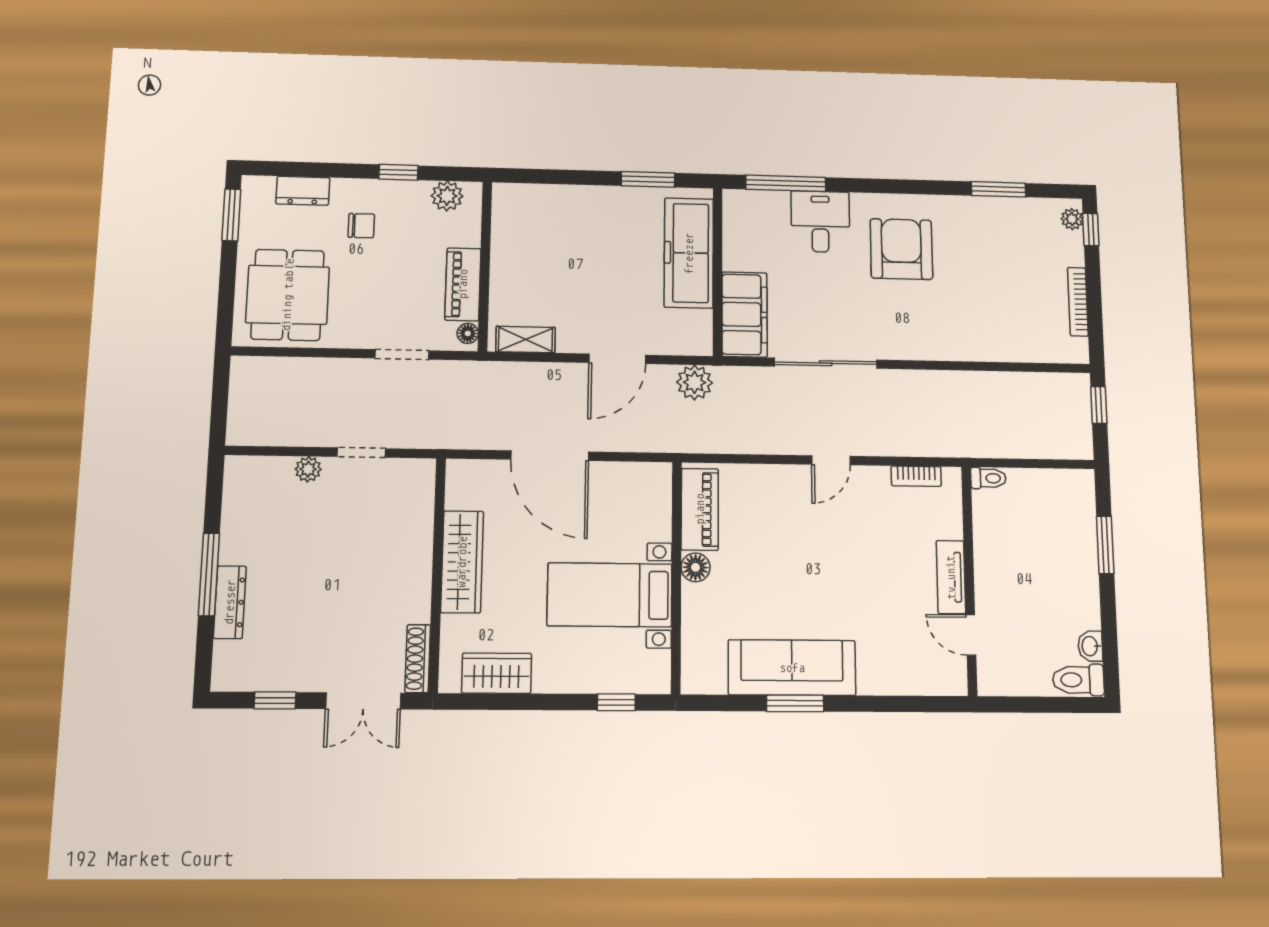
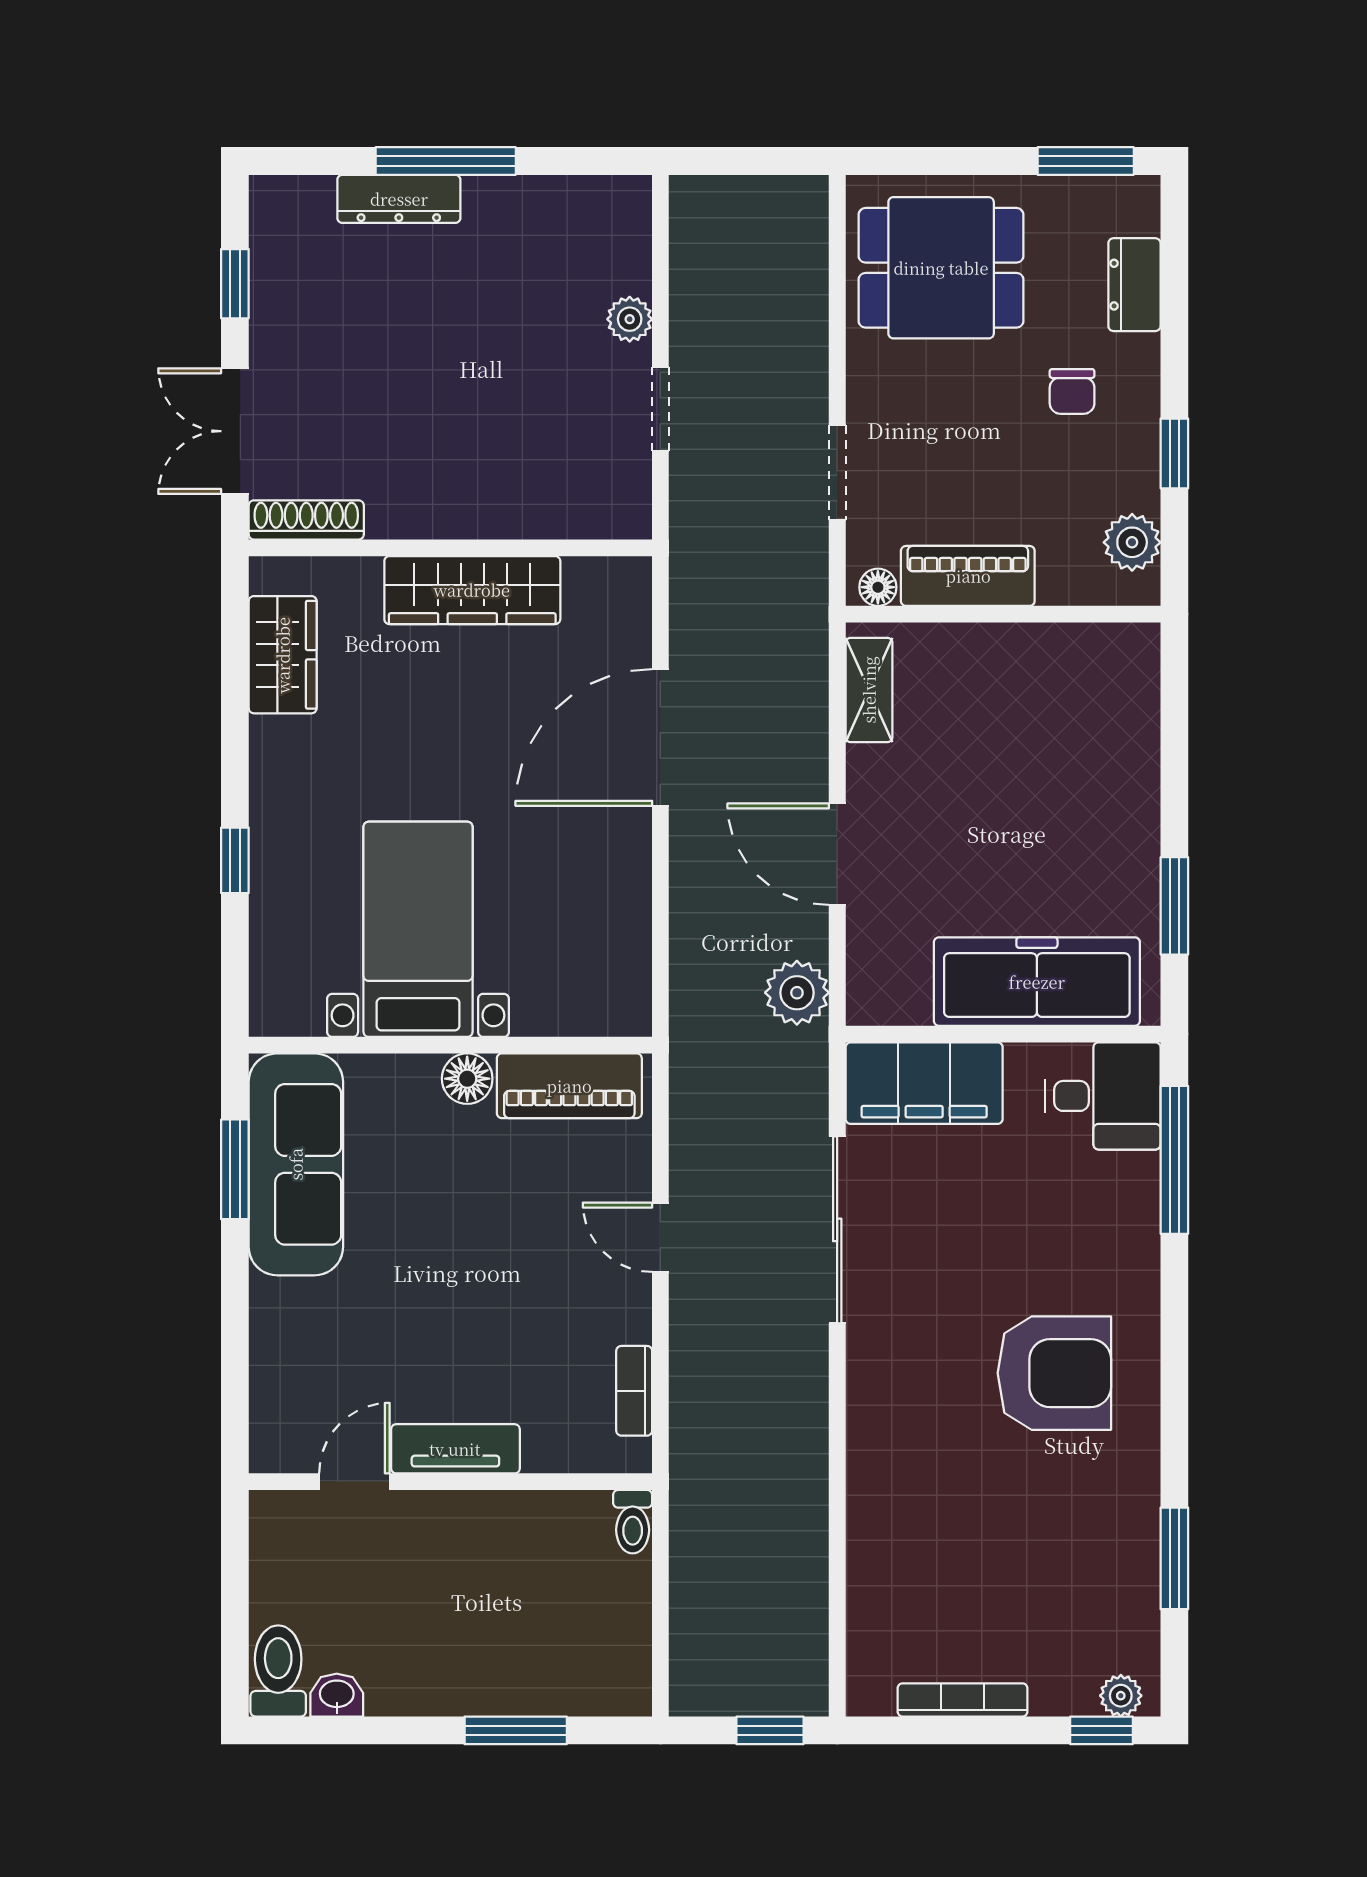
desk: (820, 222) -> (1103, 1096), moved
piano: (700, 509) -> (569, 1086), moved
floor lamp: (696, 567) -> (467, 1079), moved
wall: (676, 577) -> (450, 1045), moved
bed with nightstands: (610, 595) -> (418, 929), moved

